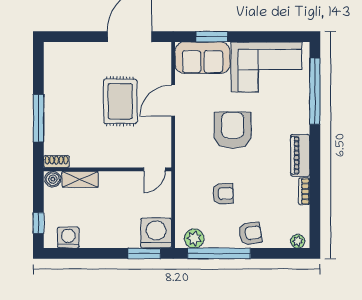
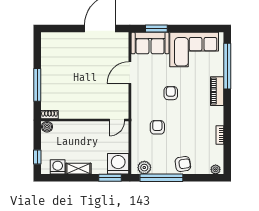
rug: (120, 101) -> (93, 73), removed
armchair: (233, 130) -> (171, 93), width x0.53, depth x0.53
piano: (300, 155) -> (217, 91), moved
shelving: (80, 179) -> (78, 169), moved
armchair: (223, 194) -> (157, 127), moved, turned -88

